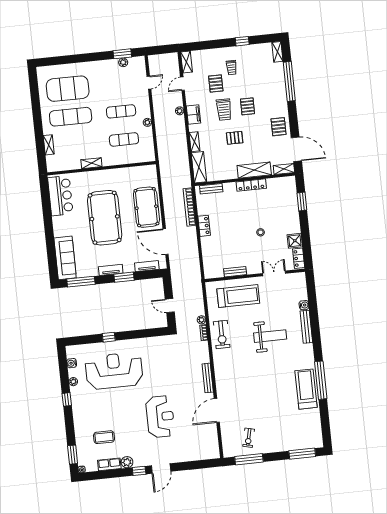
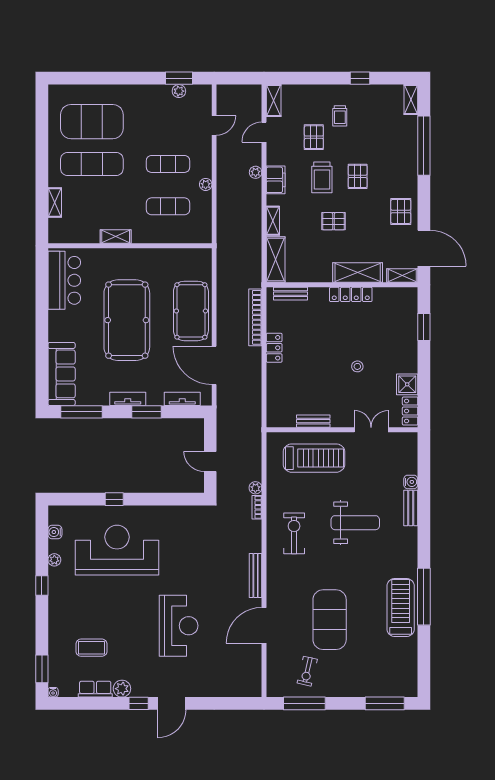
bench: (306, 327) -> (411, 508), width x0.73
exercise bike: (222, 334) -> (294, 533), moved, turned 180
exercise mat: (260, 402) -> (330, 620), added

